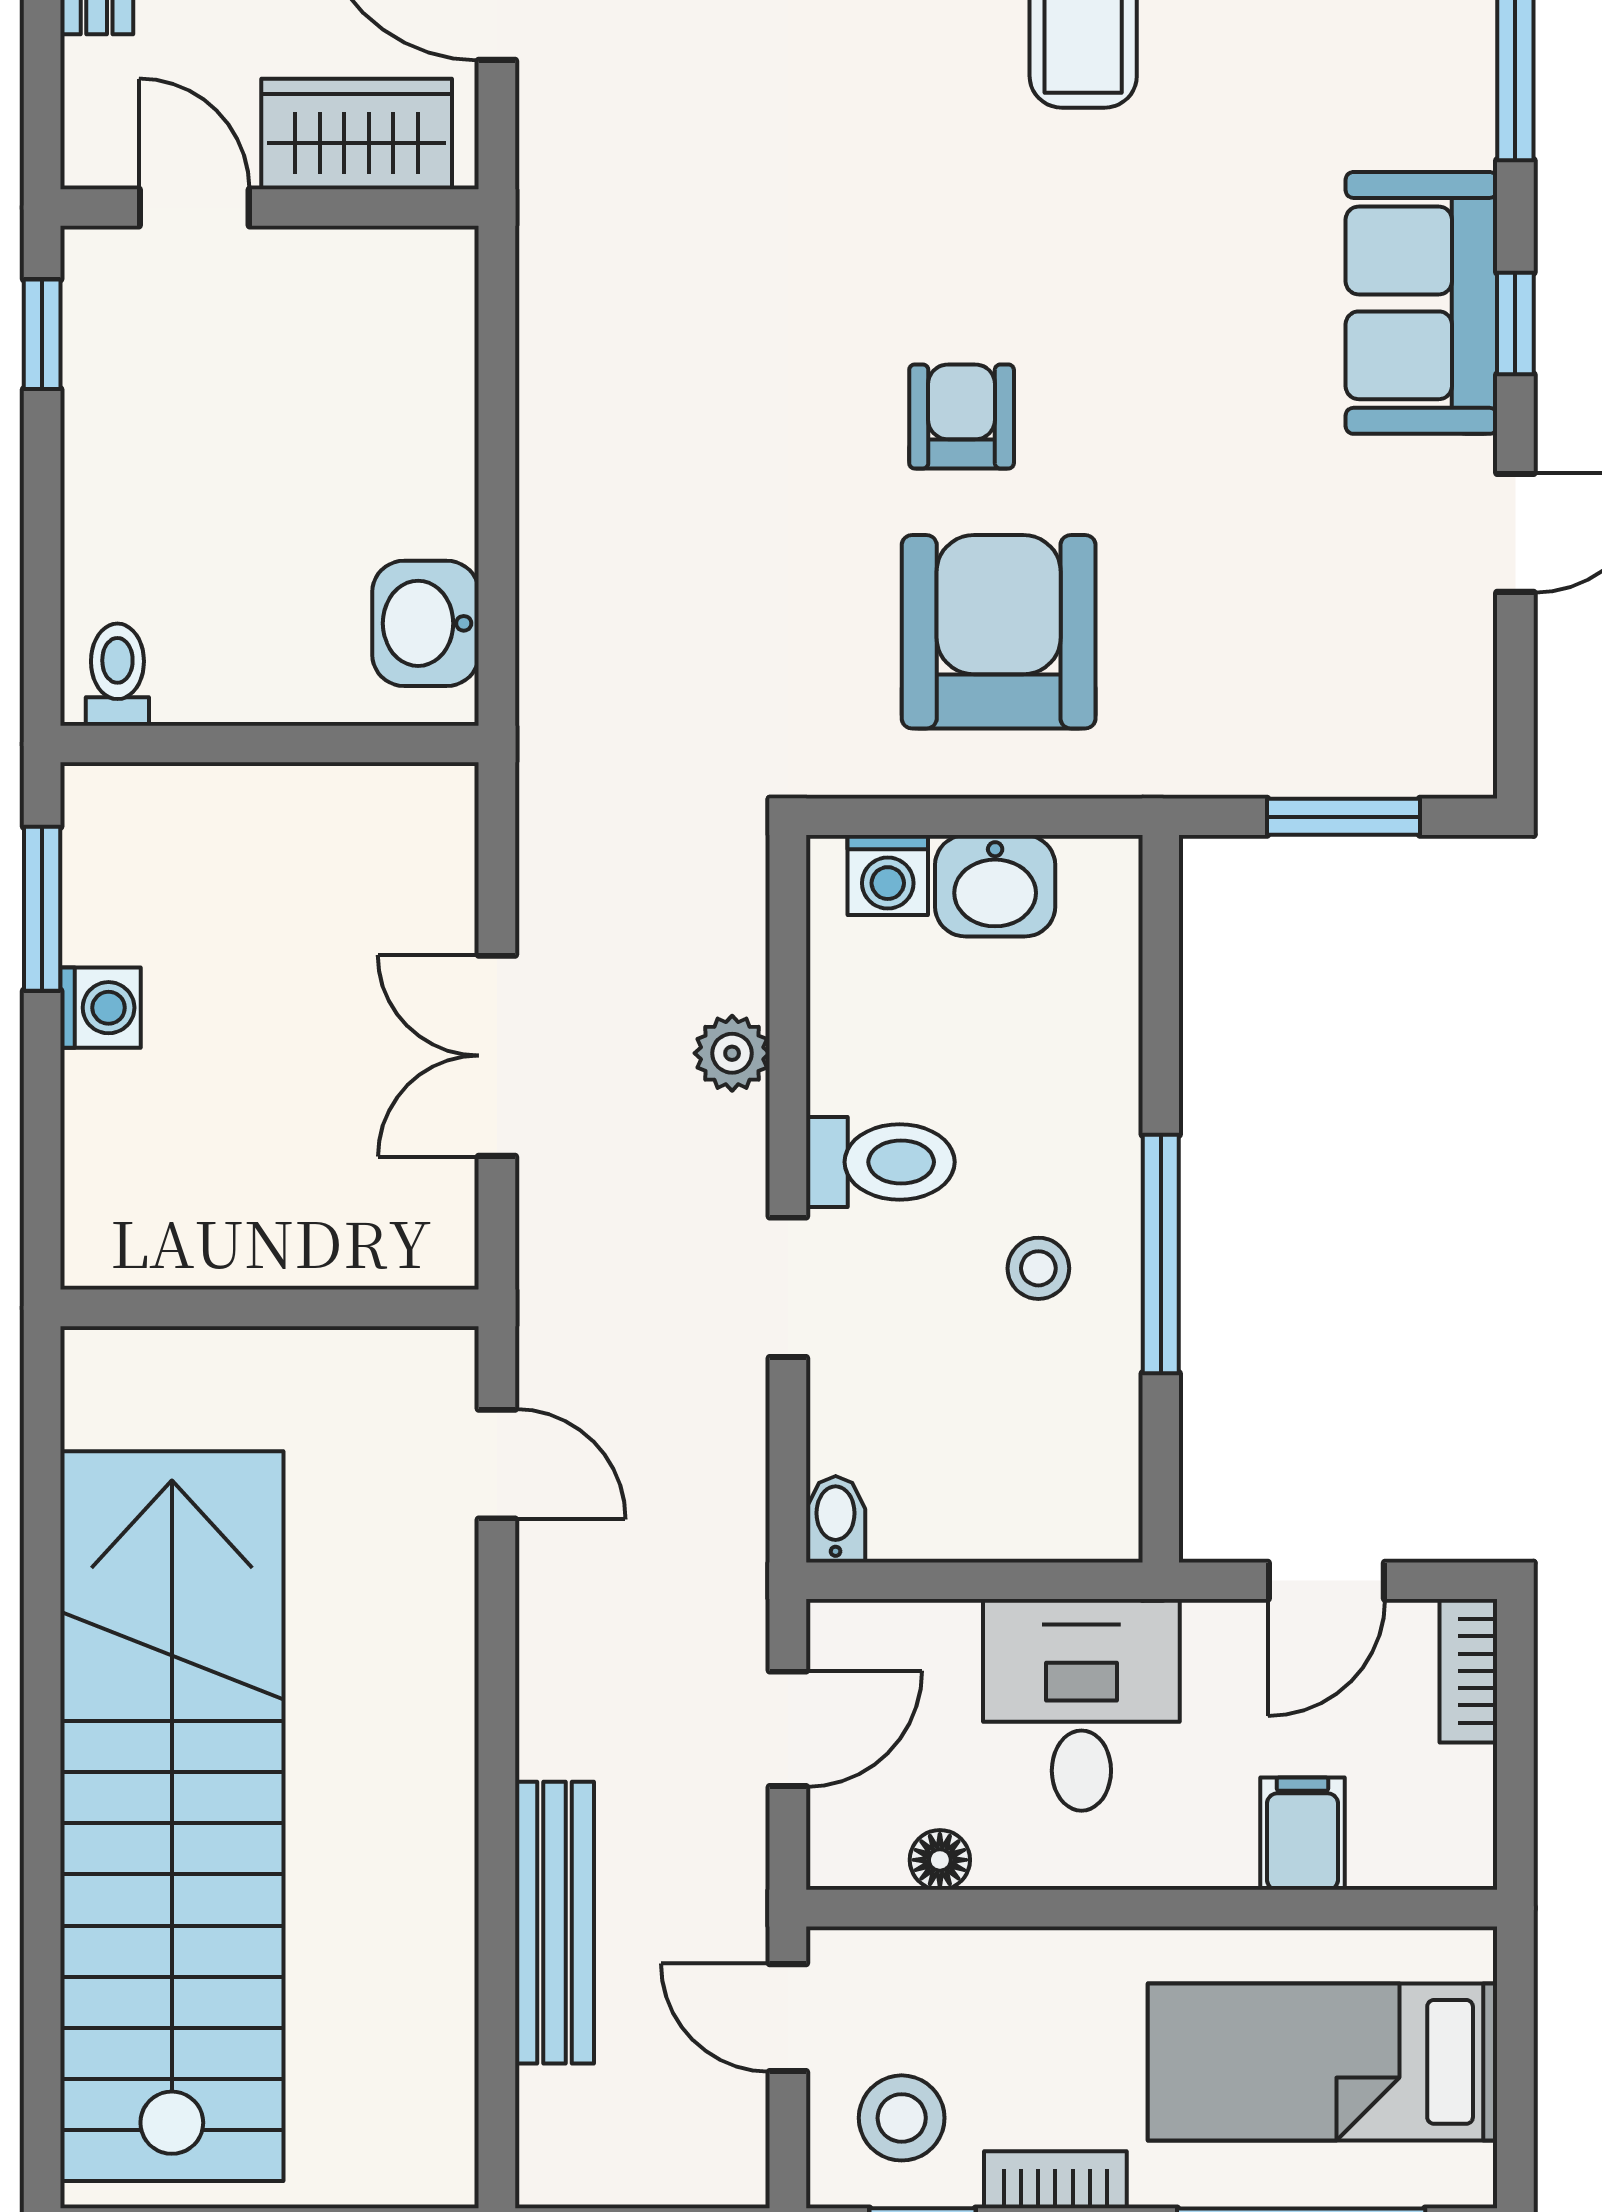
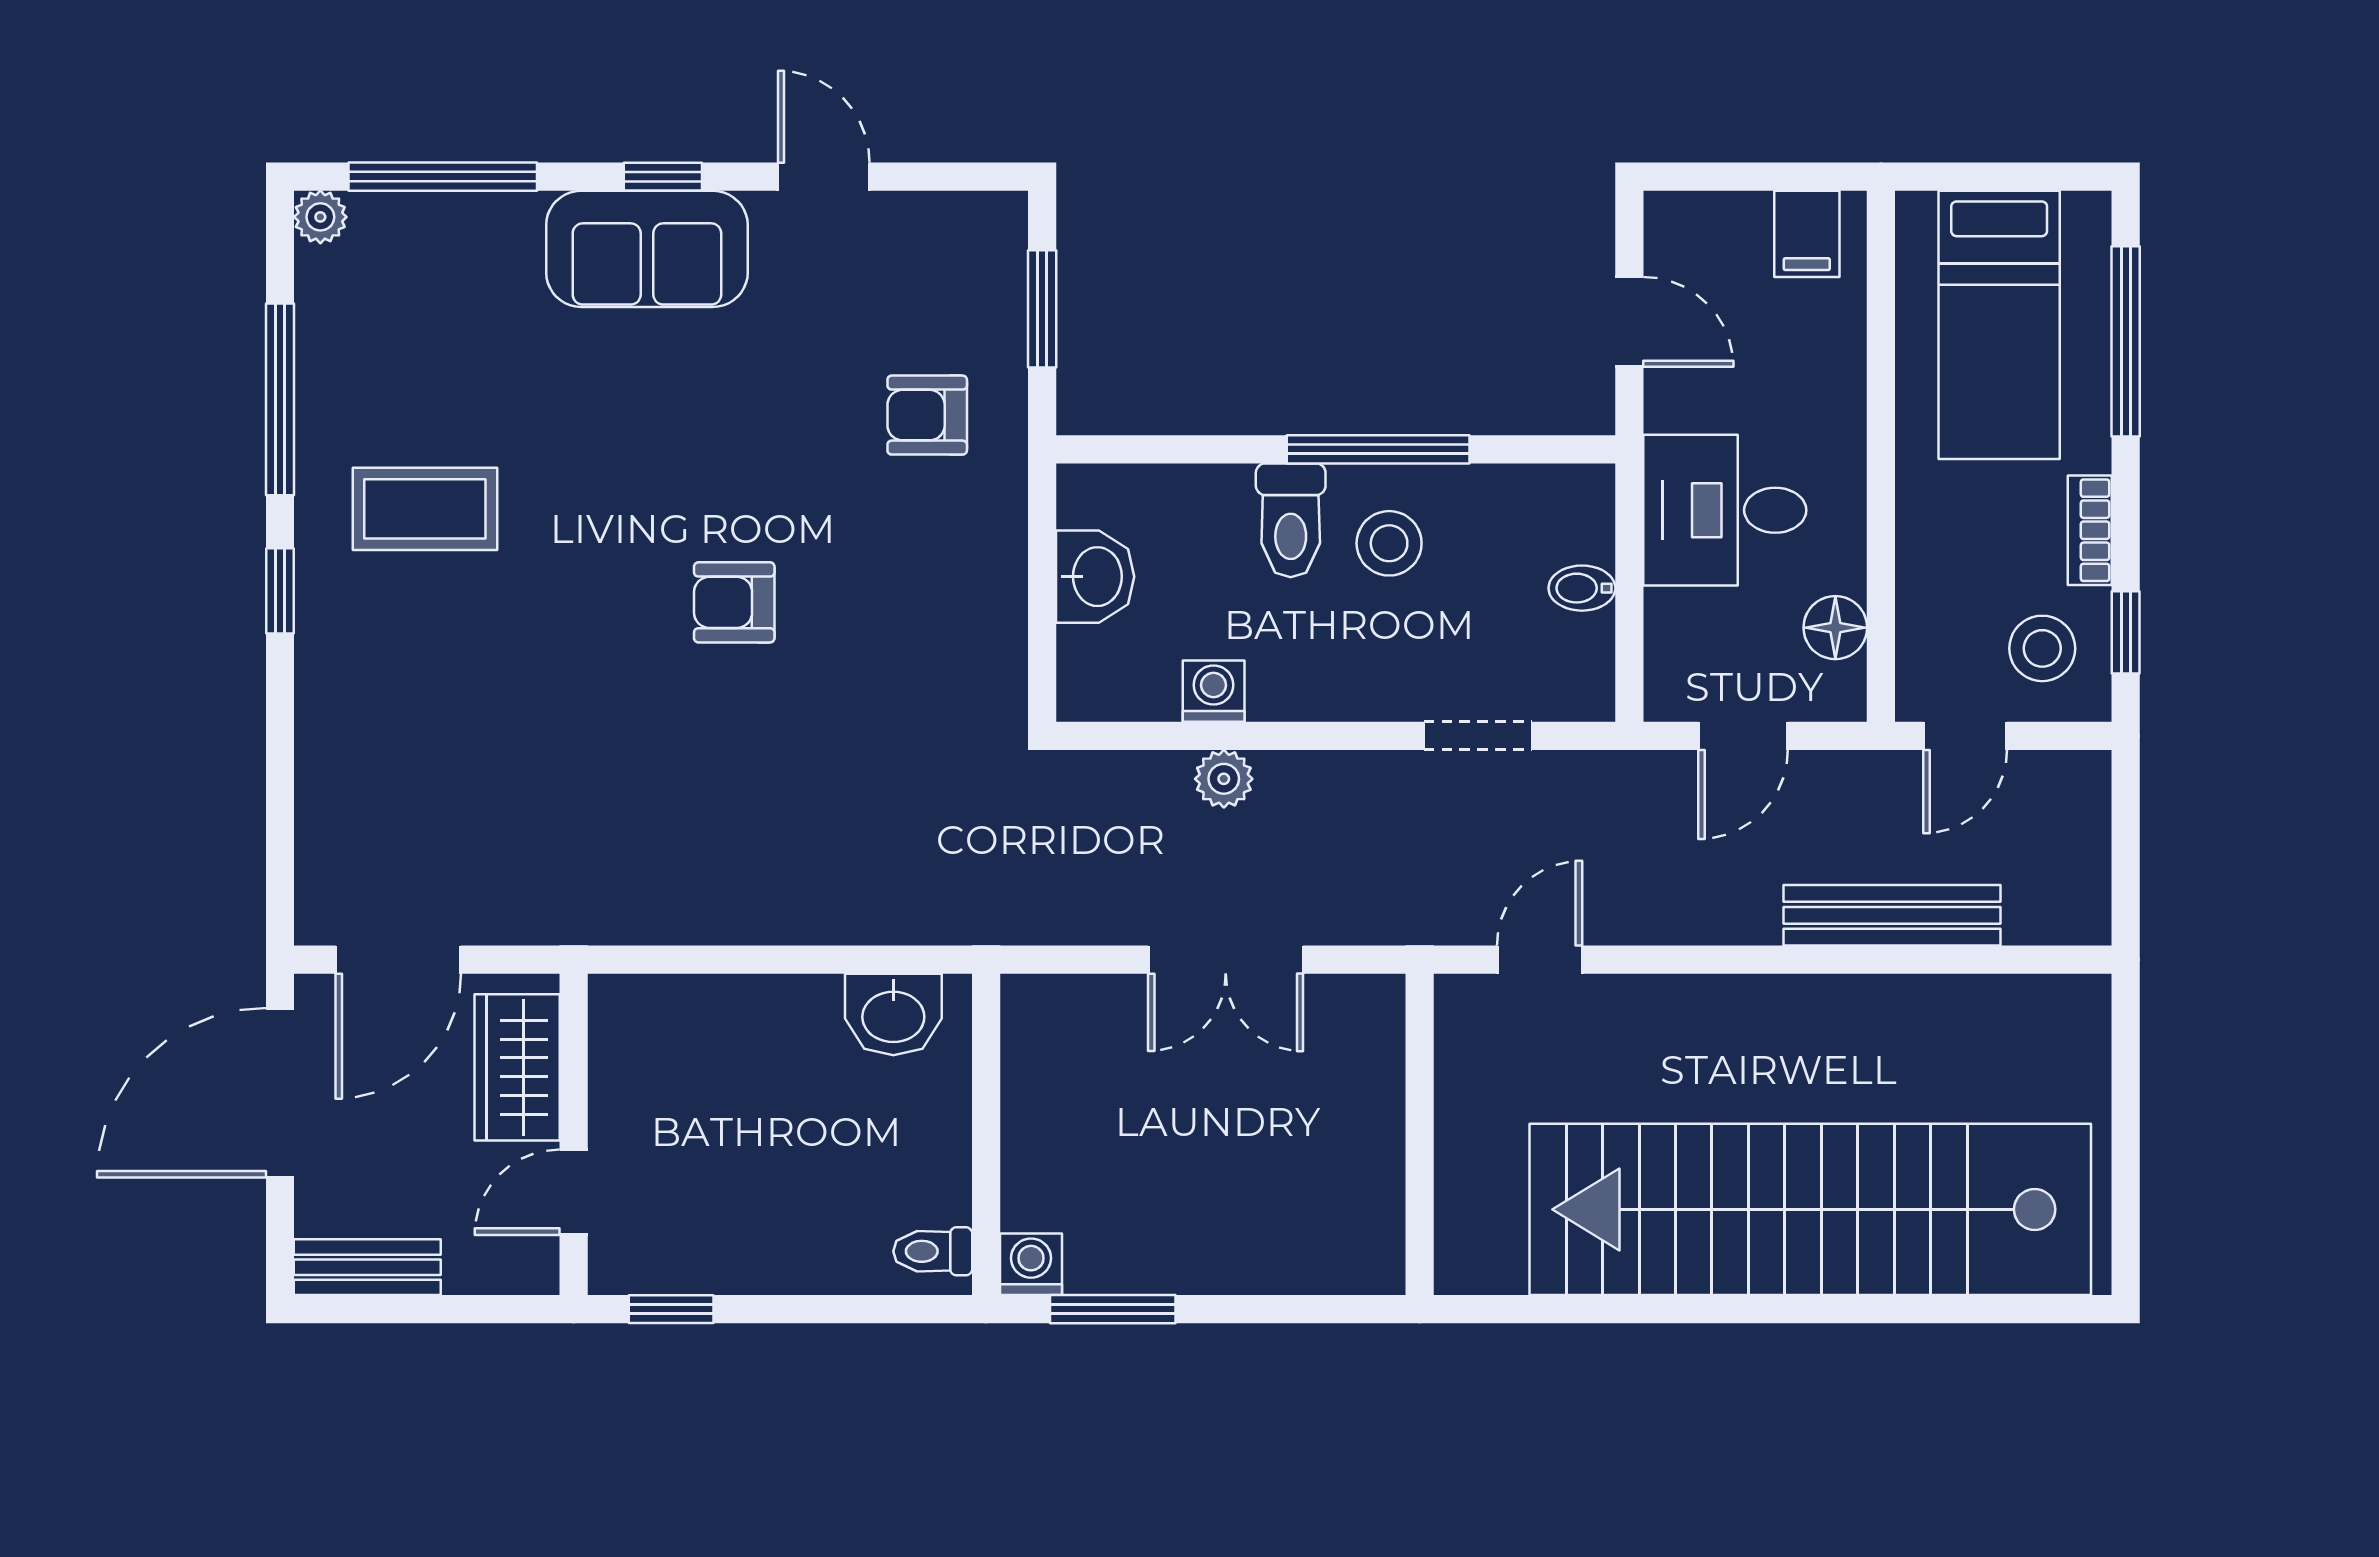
armchair: (999, 632) -> (927, 415), moved, width x0.53, depth x0.53
washing machine: (888, 875) -> (1214, 691), moved, turned -90
washing machine: (100, 1008) -> (1031, 1264), moved
toilet: (880, 1162) -> (1291, 520), moved, turned 180
stool: (1038, 1268) -> (1389, 543), width x1.37, depth x1.37
doorway: (788, 1287) -> (1478, 736), moved
bidet: (836, 1519) -> (1582, 588), moved
bookcase: (1468, 1671) -> (1699, 213), removed
door: (788, 1729) -> (1743, 736), swing flipped
filing cabinet: (1302, 1834) -> (1807, 234), moved, turned -90
floor lamp: (940, 1860) -> (1835, 628), width x1.37, depth x1.37

